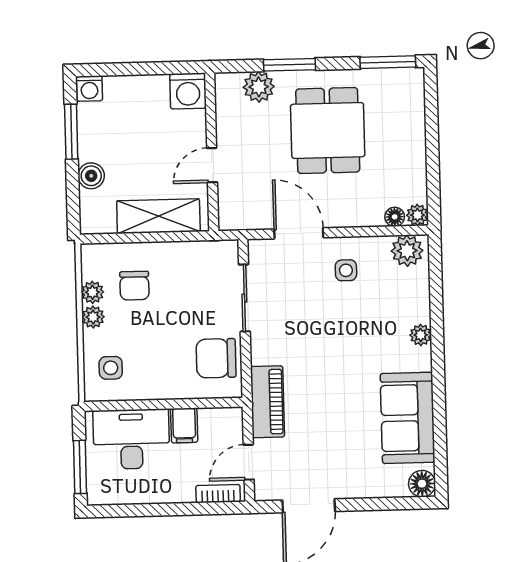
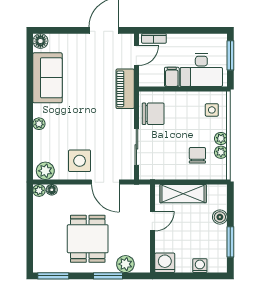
washing machine: (89, 88) -> (200, 266), moved
side table: (346, 270) -> (80, 161), width x1.87, depth x1.87

